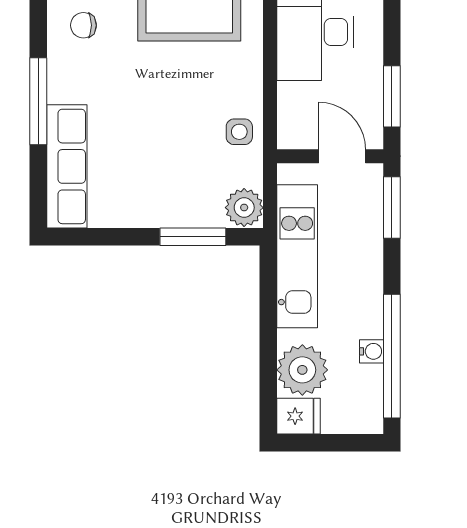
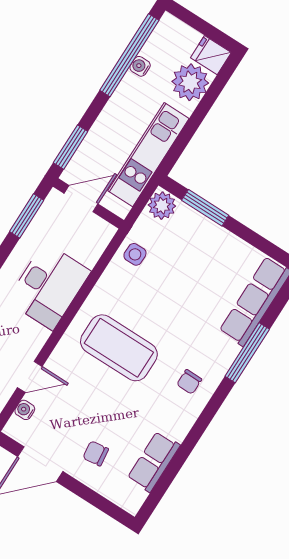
chair: (83, 25) -> (189, 382), turned 90
door: (342, 156) -> (81, 199), swing flipped

